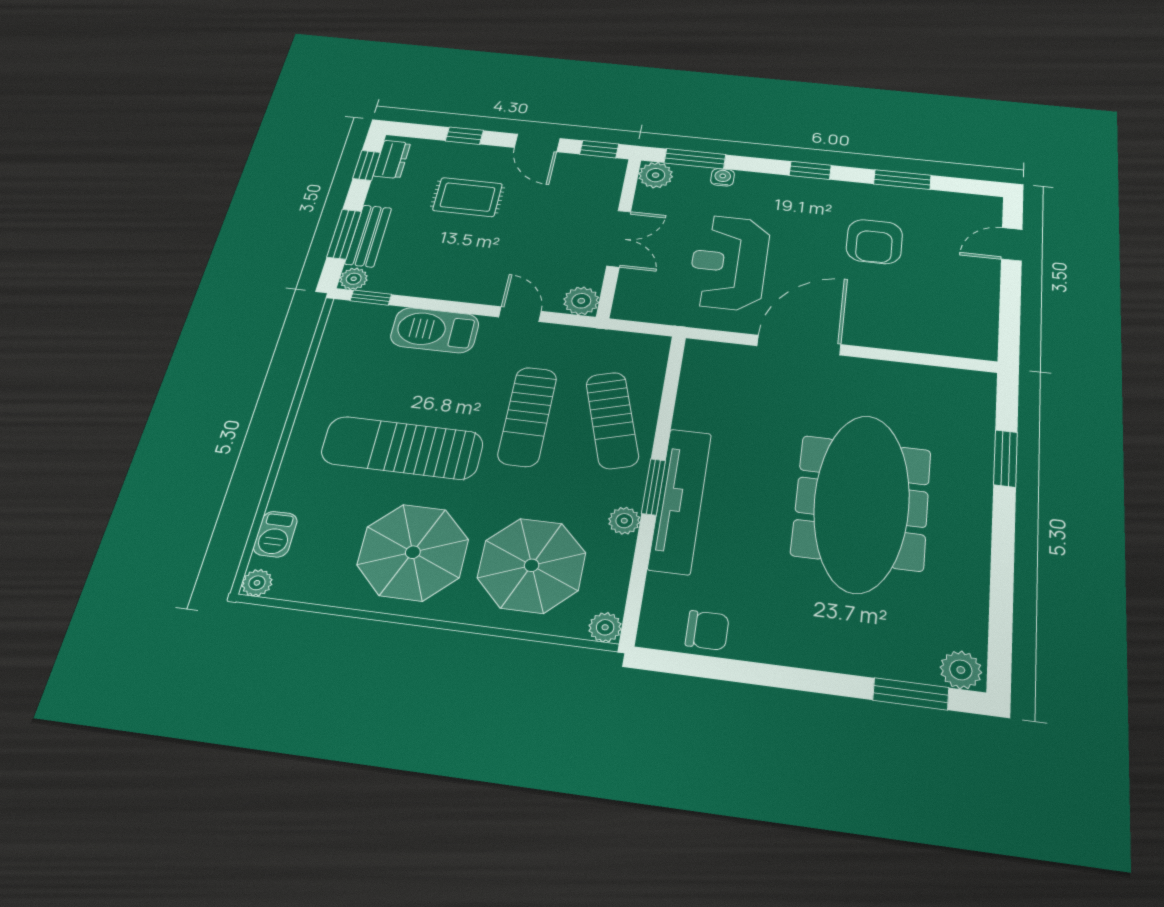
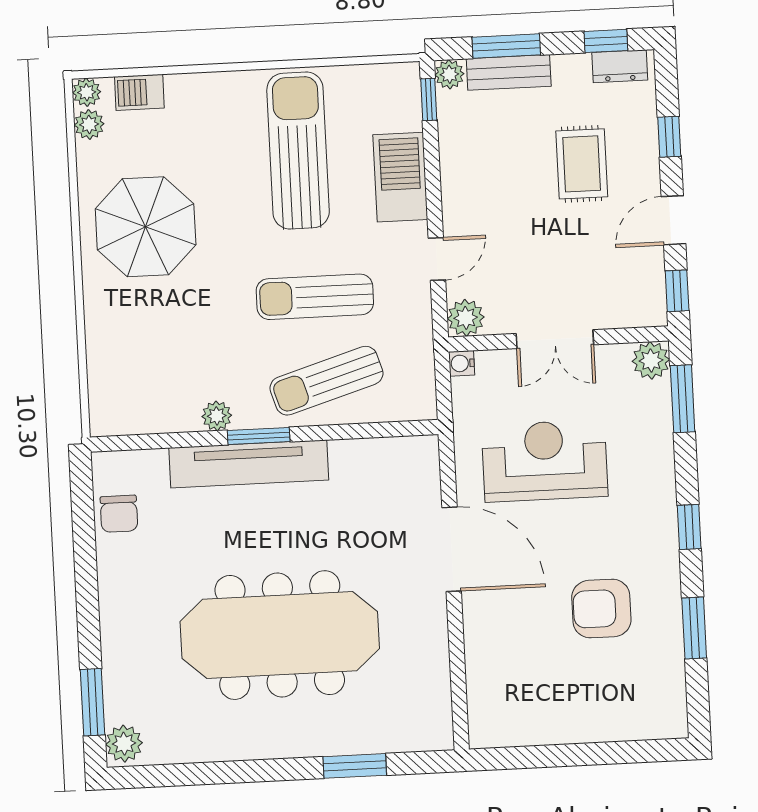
water cooler: (722, 177) -> (462, 363), moved, turned 180
door: (1012, 244) -> (625, 752), removed
sun lounger: (402, 448) -> (298, 151), moved
parasol: (532, 565) -> (153, 340), removed
plant: (605, 627) -> (89, 124), moved

